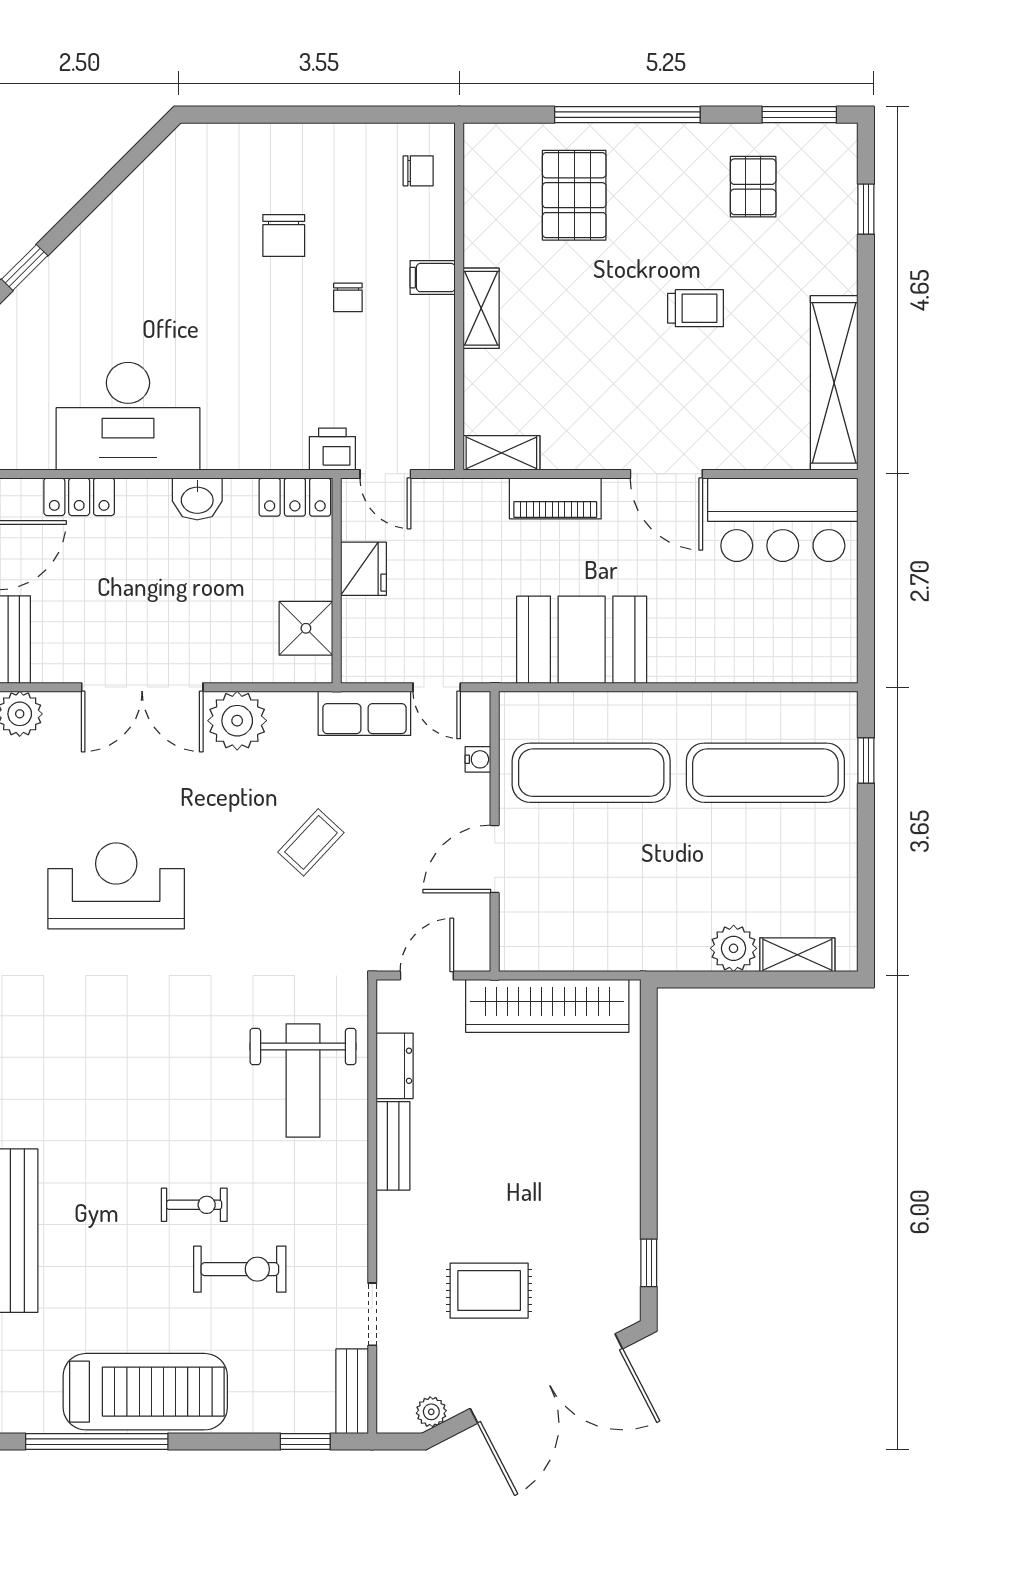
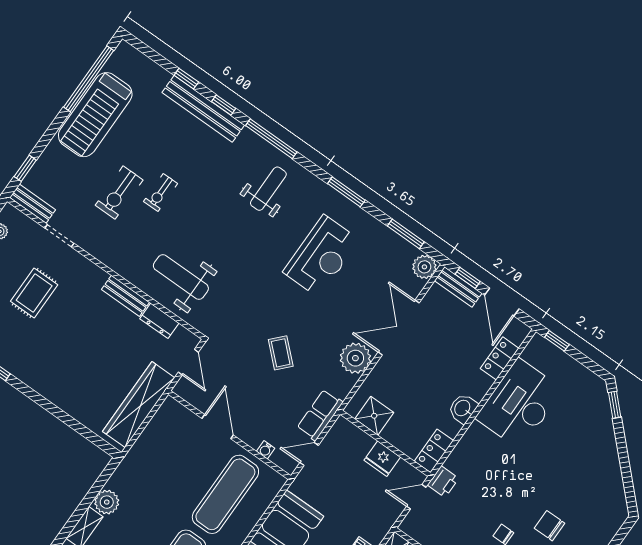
weight bench: (70, 1042) -> (268, 189), added

